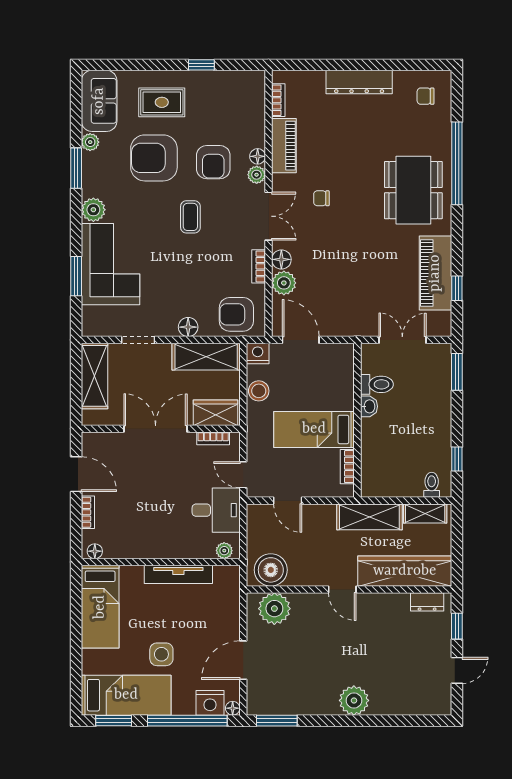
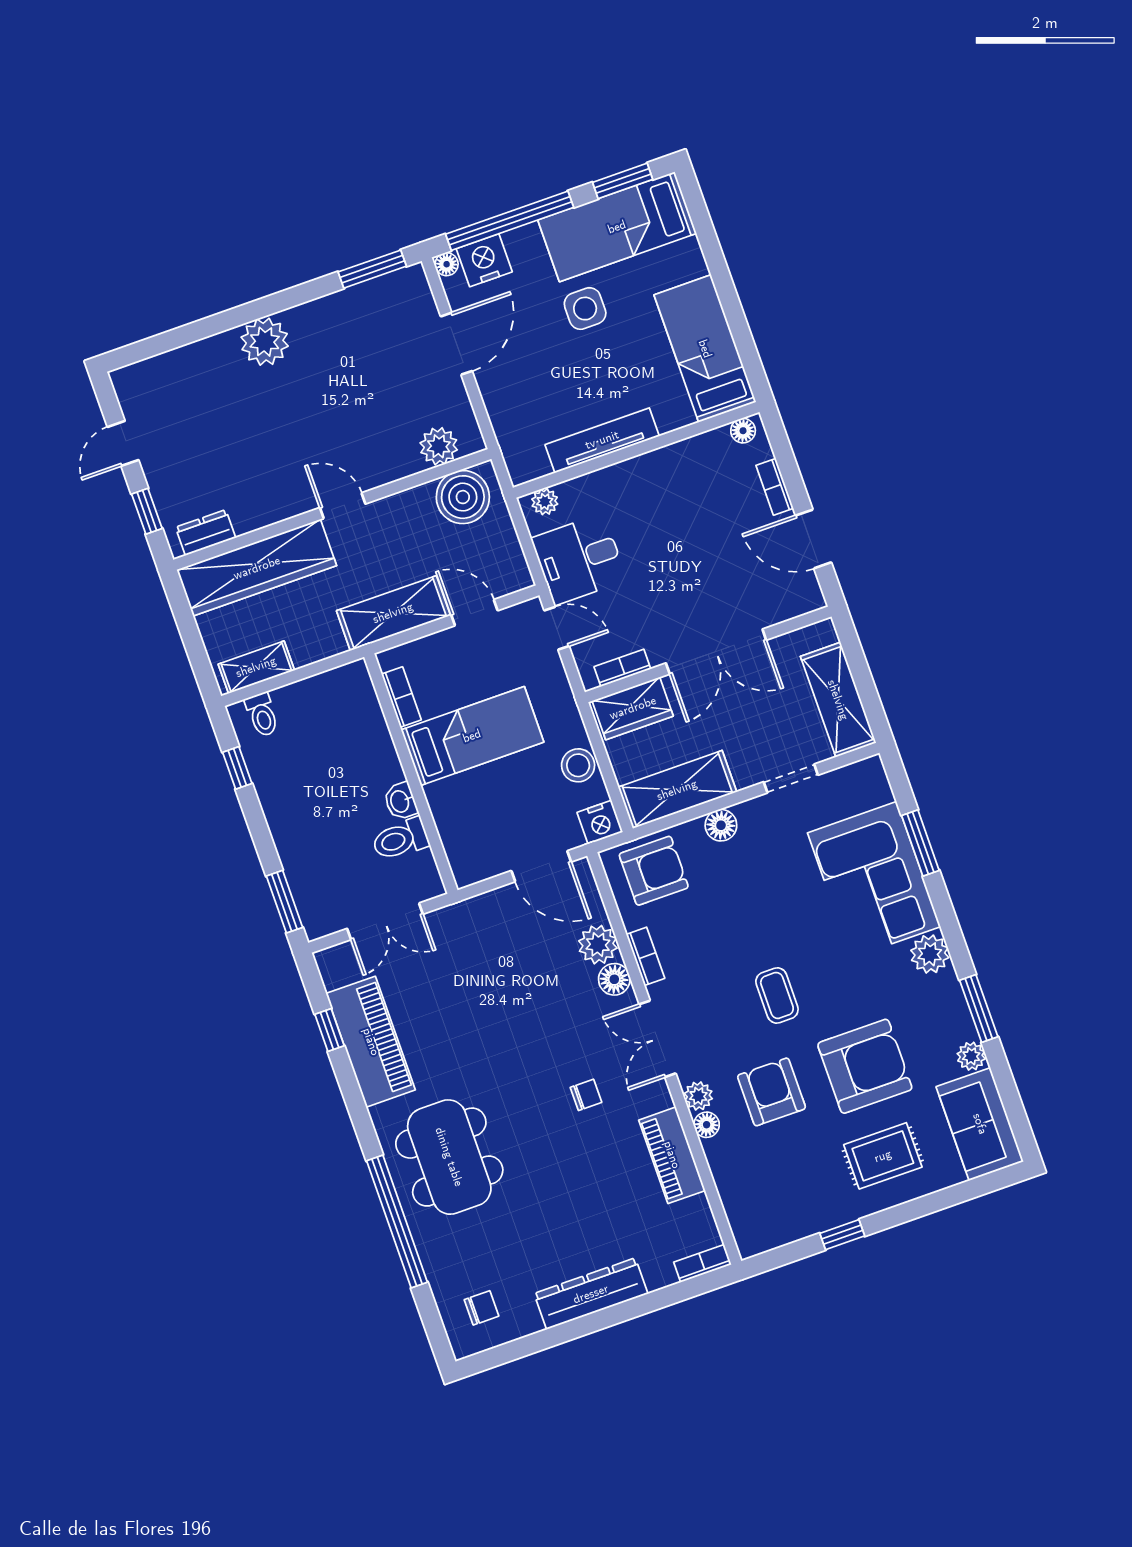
bookcase: (278, 100) -> (703, 1263), moved, turned 90
shelving: (369, 517) -> (393, 613), moved
plant: (274, 609) -> (439, 446), width x0.73, depth x0.73

